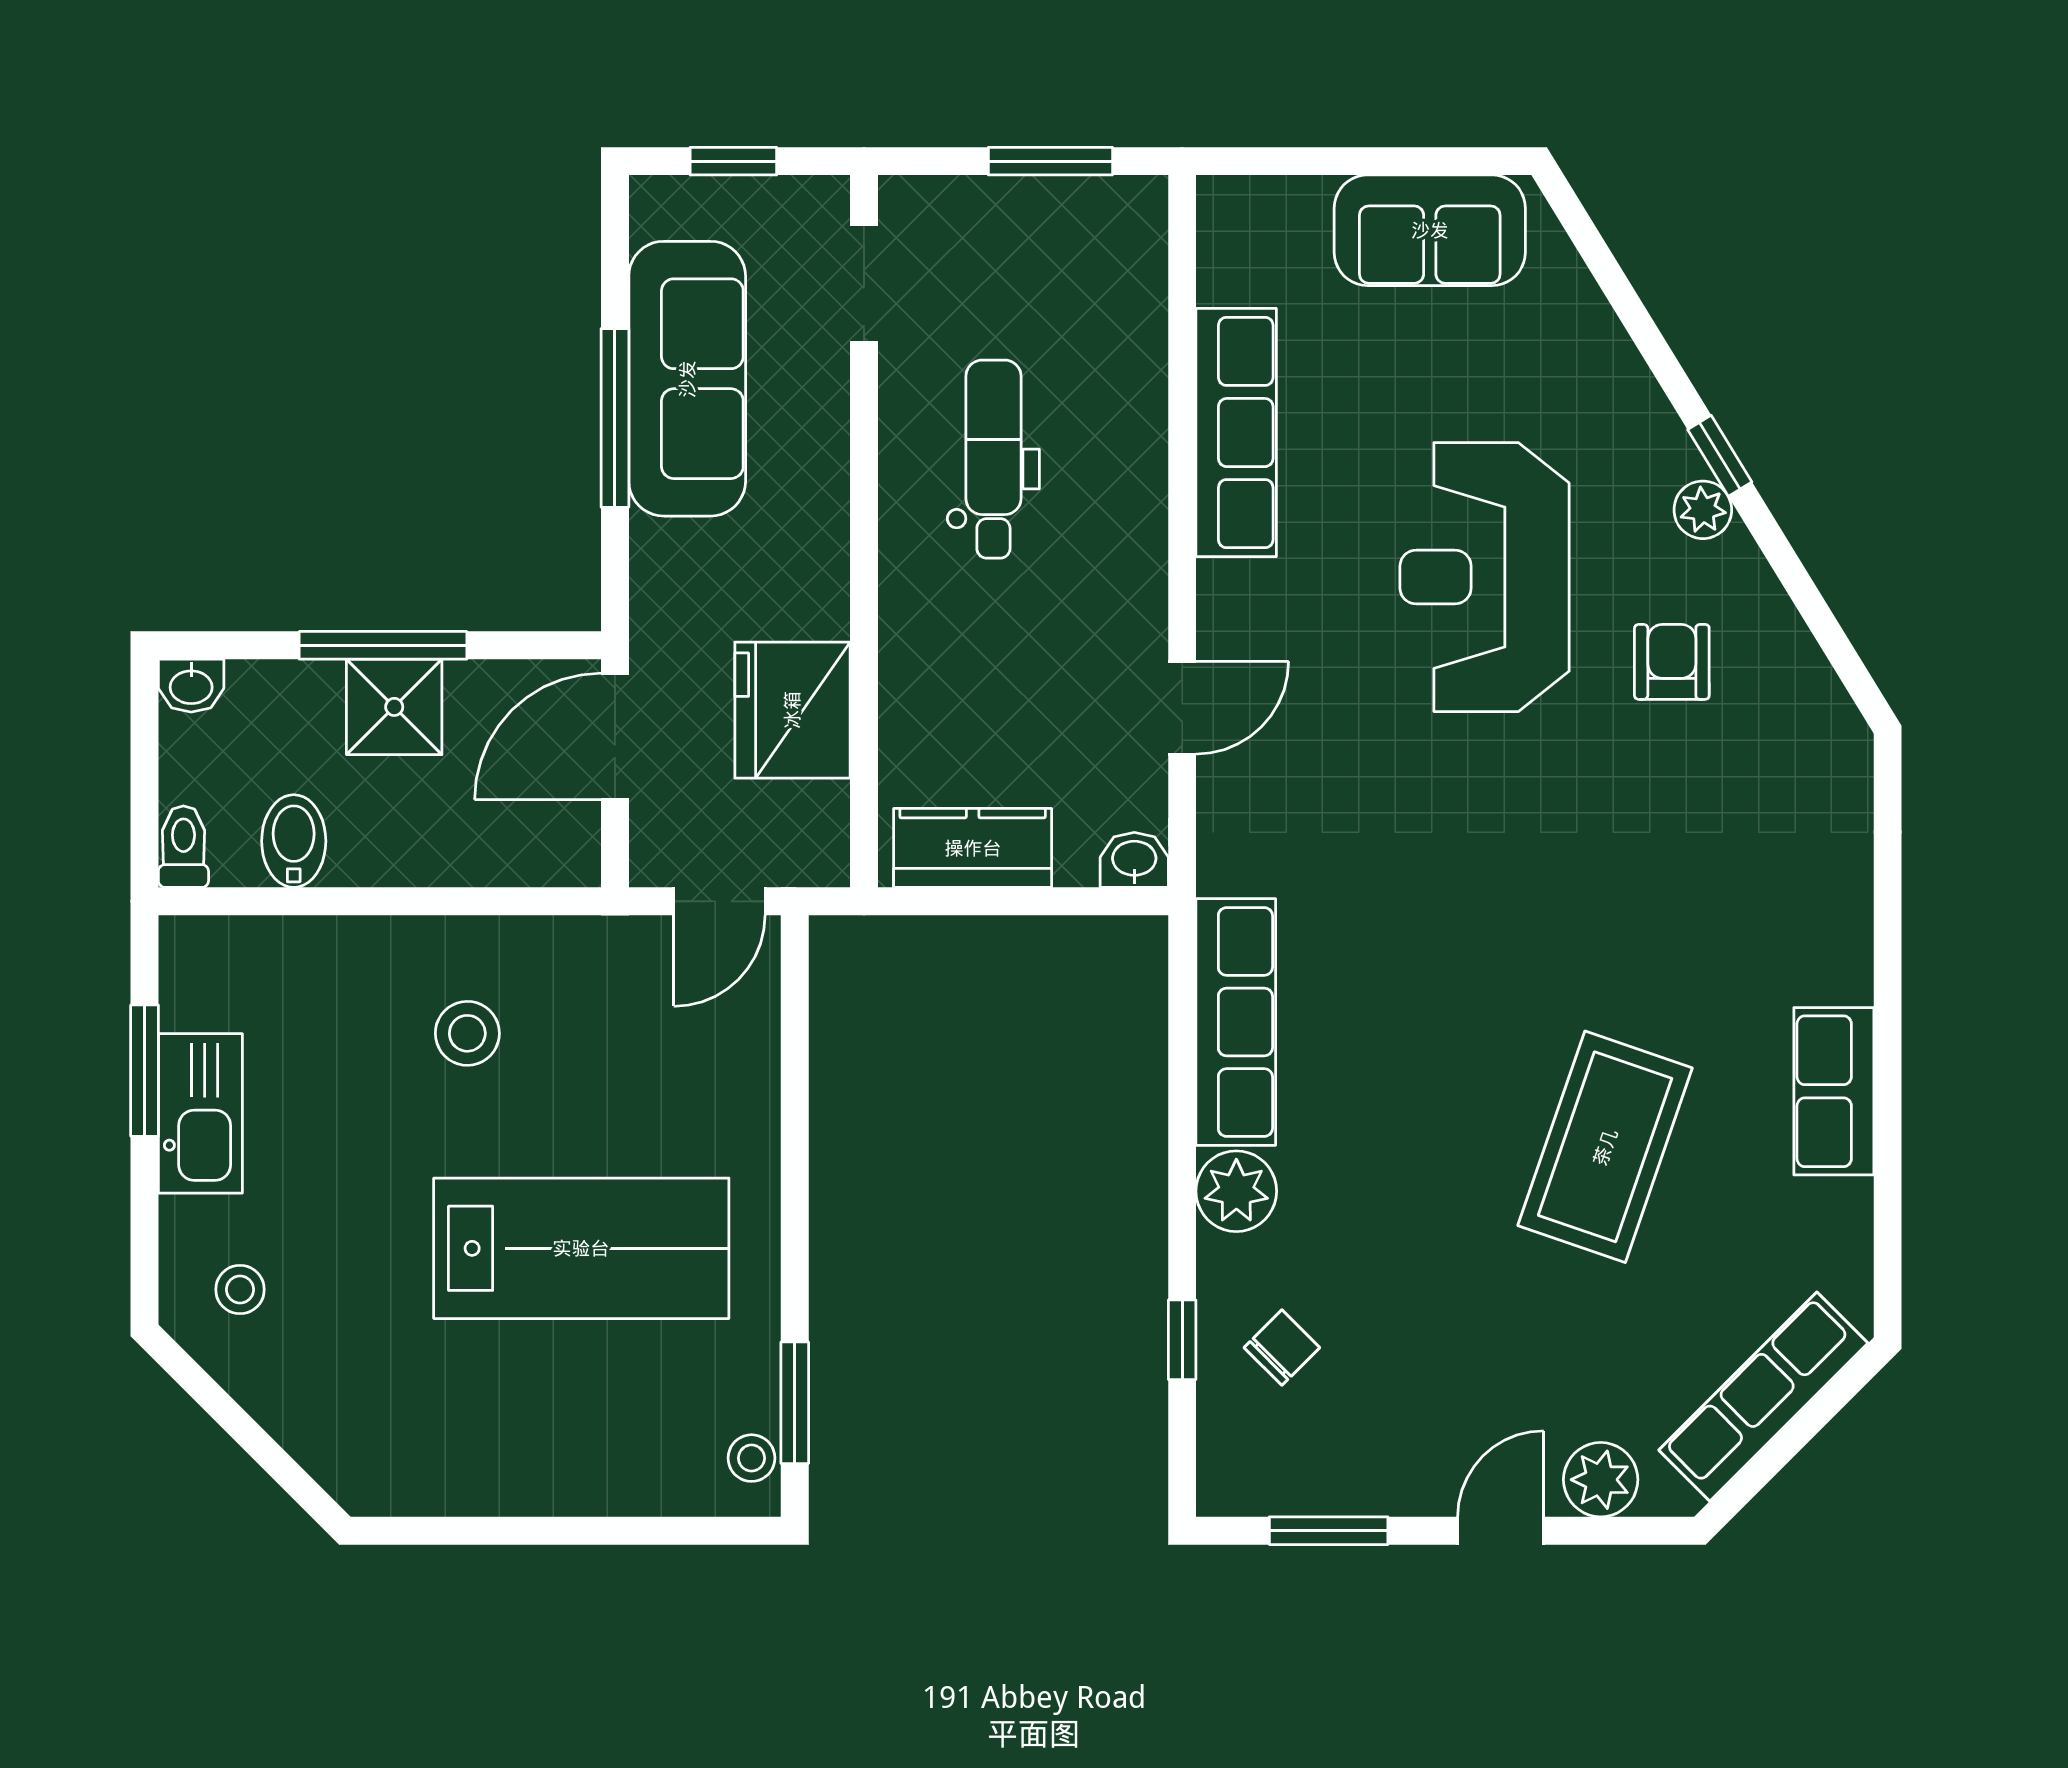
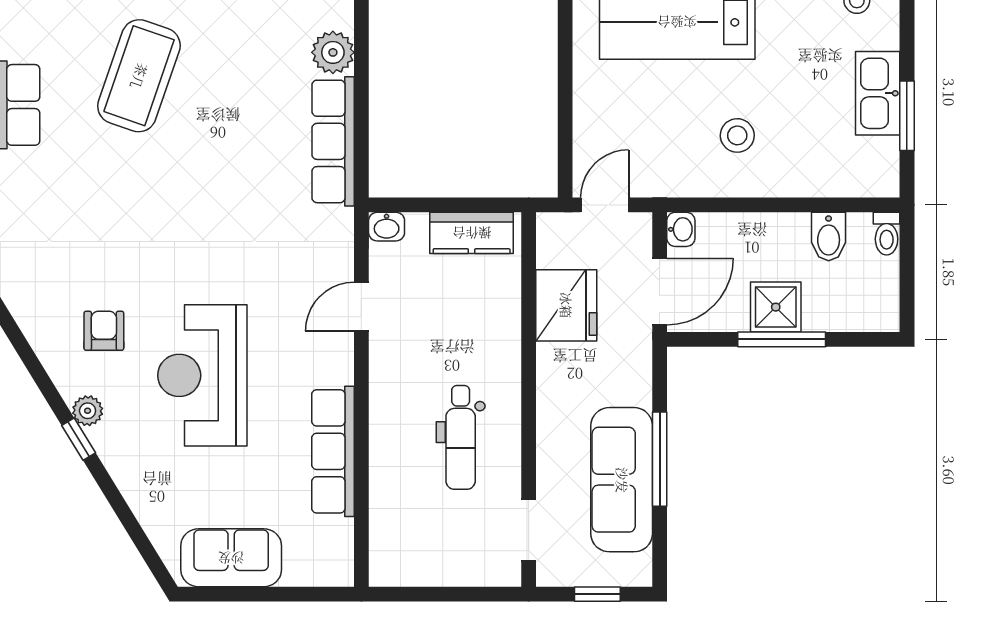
window: (1050, 161) -> (431, 594), removed
reception desk: (1485, 577) -> (202, 375), turned 180
armchair: (1672, 662) -> (104, 331), turned 180
washbasin: (191, 686) -> (681, 229), moved, turned 90

